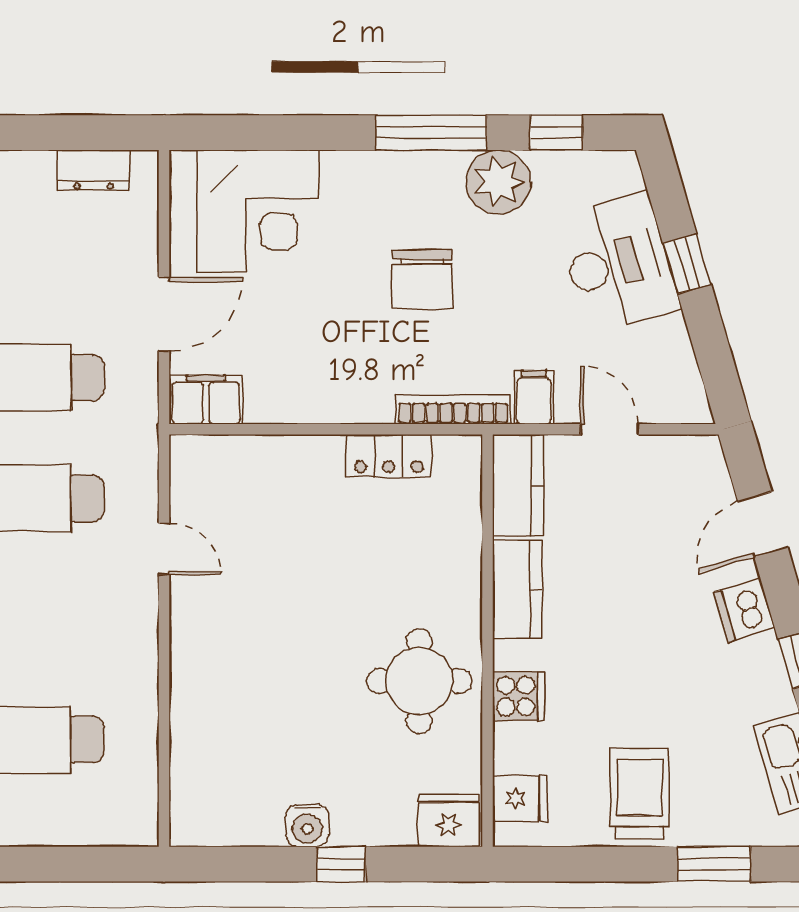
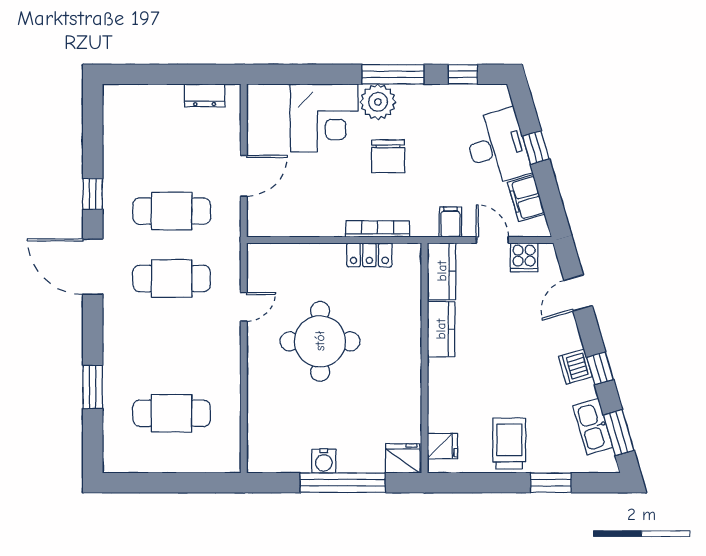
plant: (498, 182) -> (378, 102), moved
corner desk: (258, 211) -> (324, 118), moved
filing cabinet: (206, 400) -> (526, 198), moved, turned -106
bookcase: (453, 409) -> (378, 229), moved
door: (164, 549) -> (244, 307), hinge flipped
dishwasher: (745, 610) -> (575, 367), moved
round table: (419, 681) -> (320, 341), moved, width x1.36, depth x1.36
cooker: (519, 696) -> (524, 257), moved, turned 90
window: (341, 864) -> (343, 483), width x3.17

